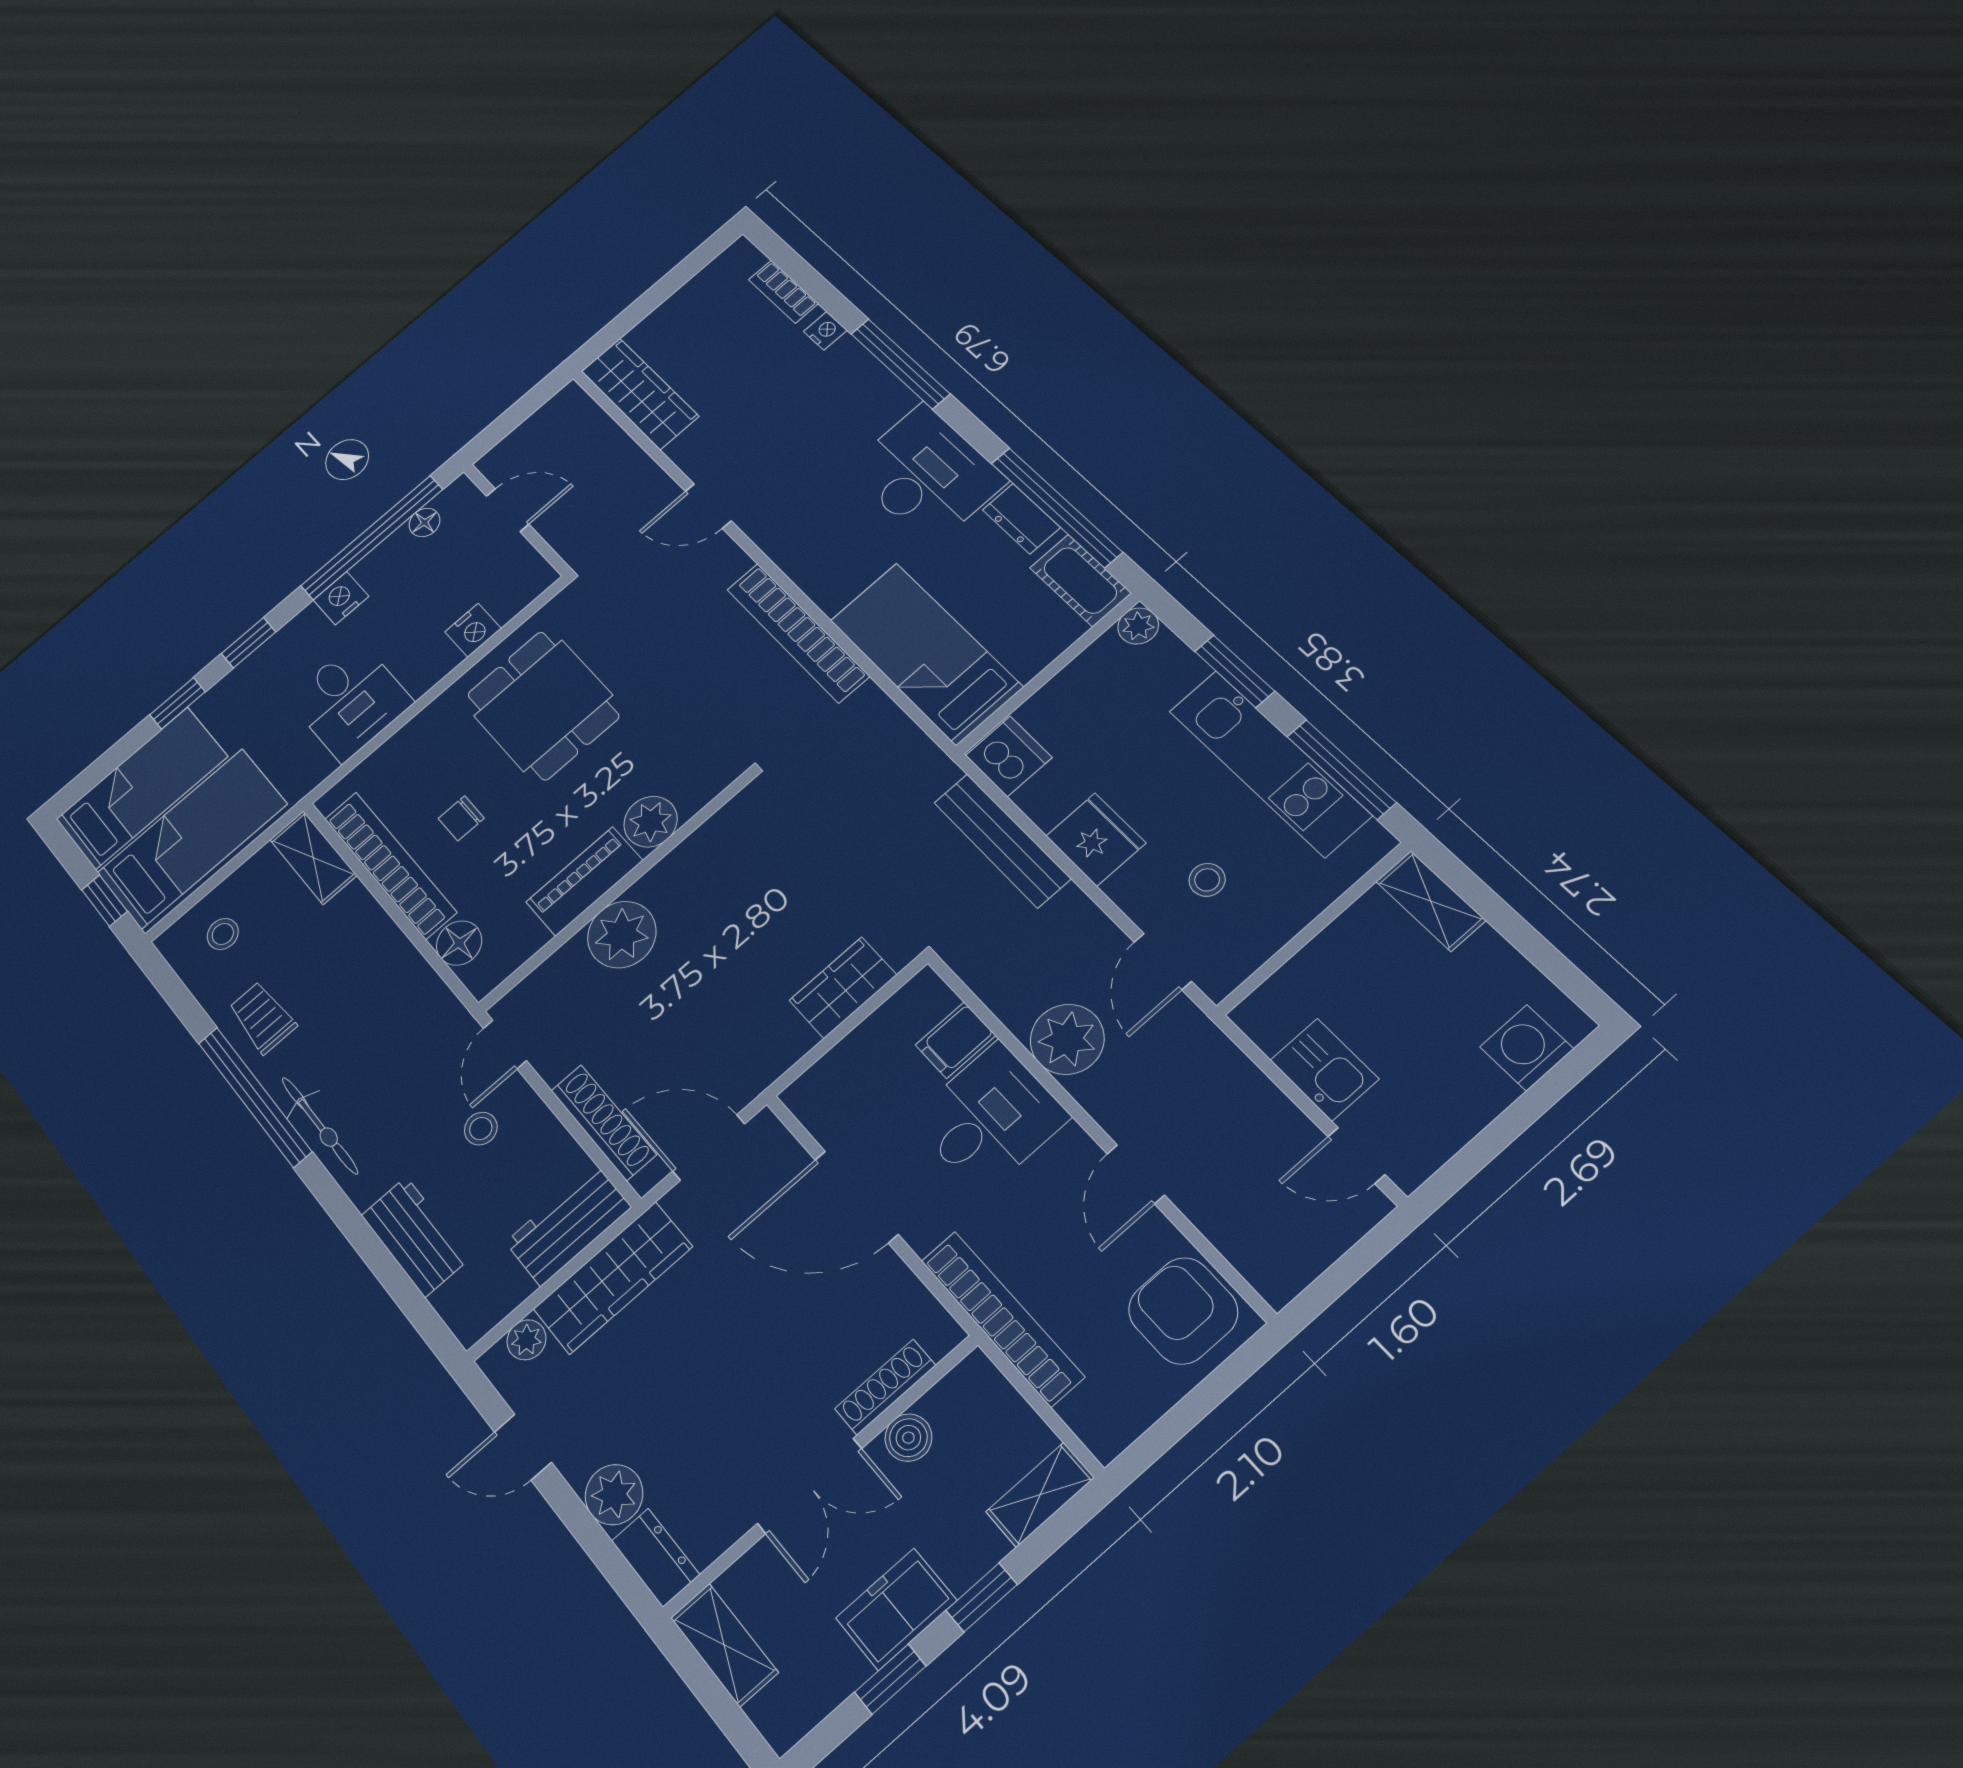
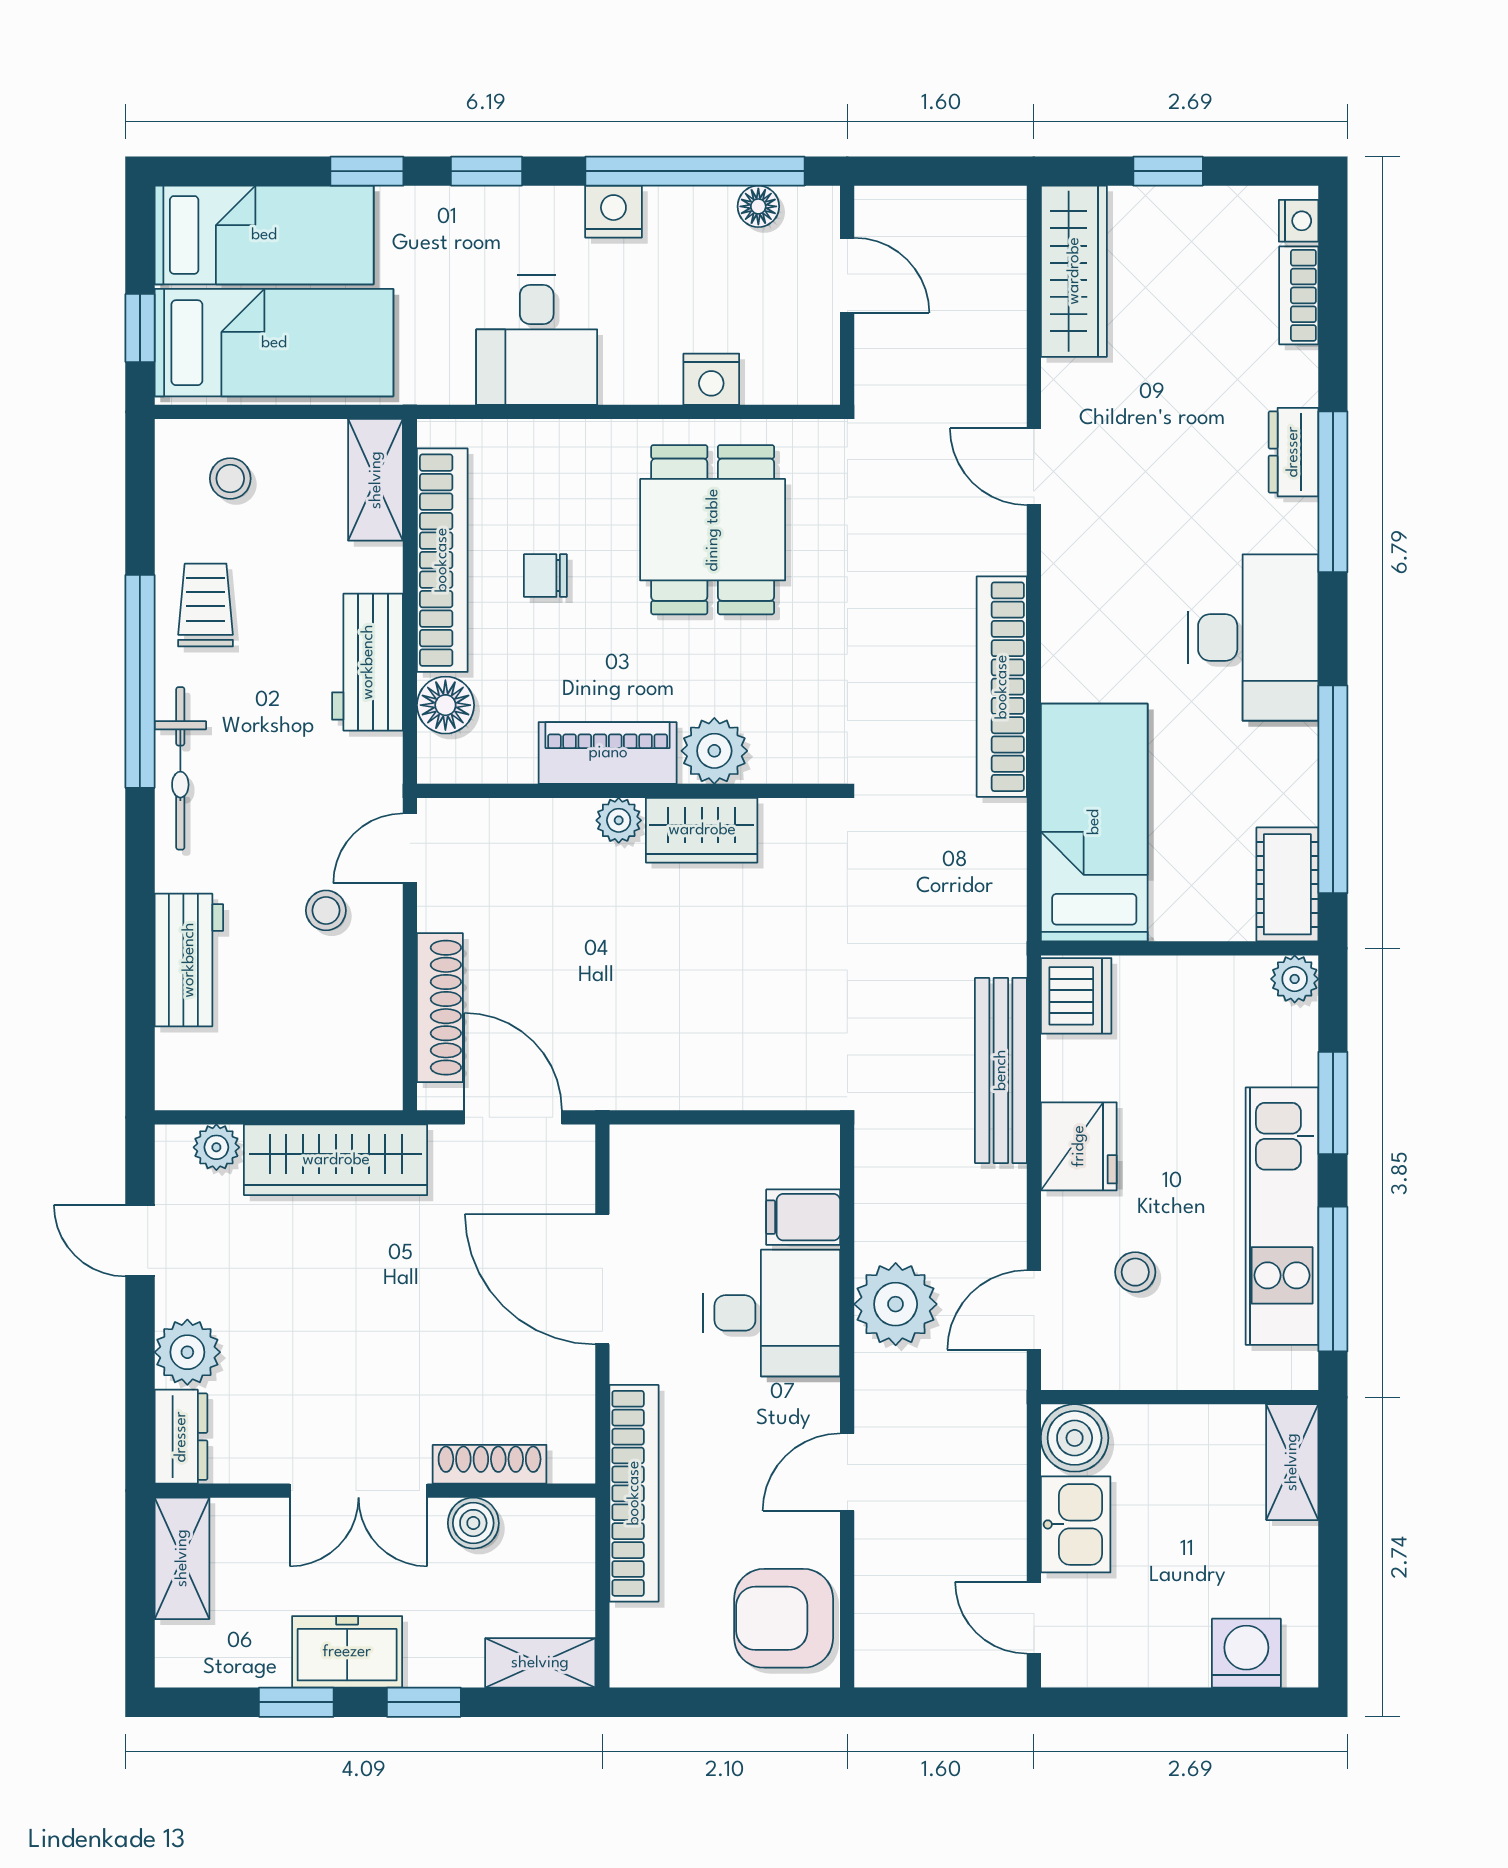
window: (649, 302) -> (1168, 171), added
nightstand: (825, 331) -> (1299, 221), moved
dresser: (1021, 519) -> (1293, 452), moved
plant: (622, 935) -> (619, 820), width x0.53, depth x0.53
wardrobe: (843, 988) -> (702, 830), moved, turned 180
boiler: (1269, 1016) -> (1075, 1438), added
workbench: (568, 1225) -> (368, 662), moved, turned -90
armchair: (1183, 1311) -> (784, 1618), turned -90

